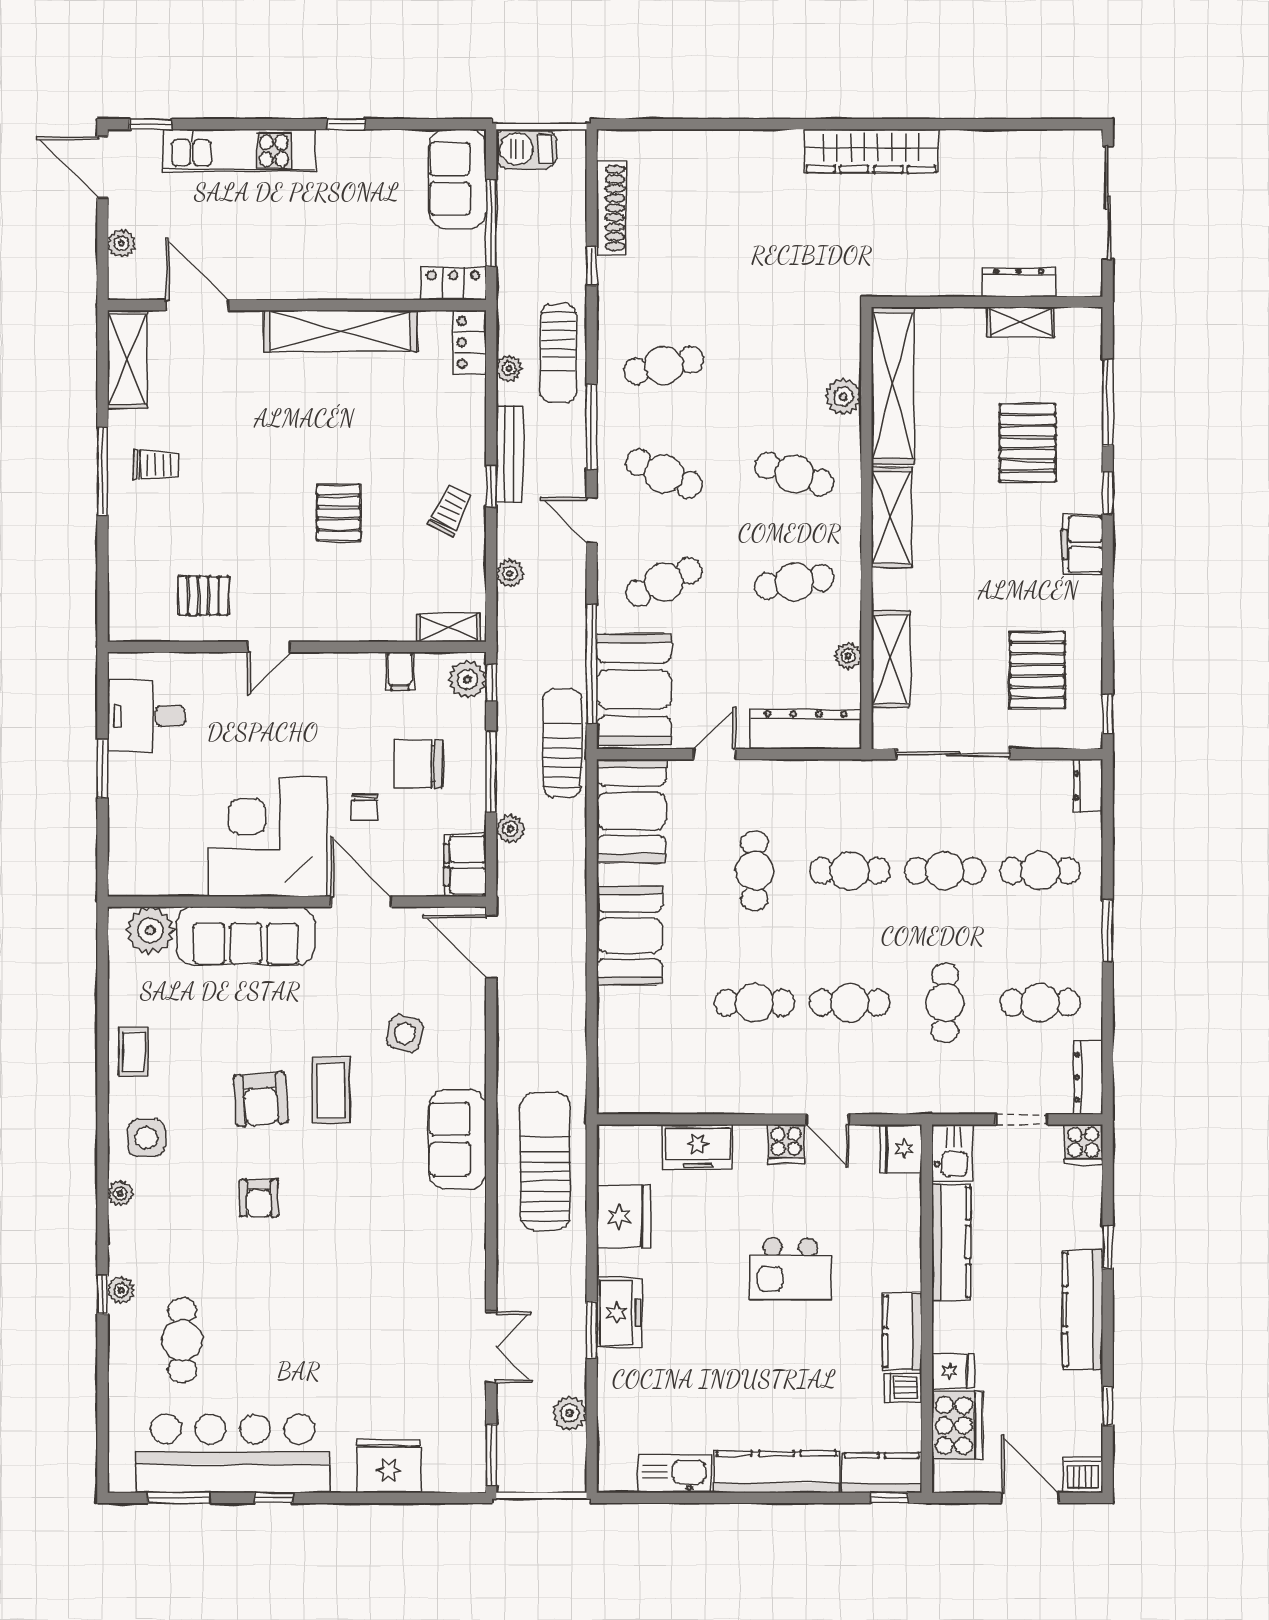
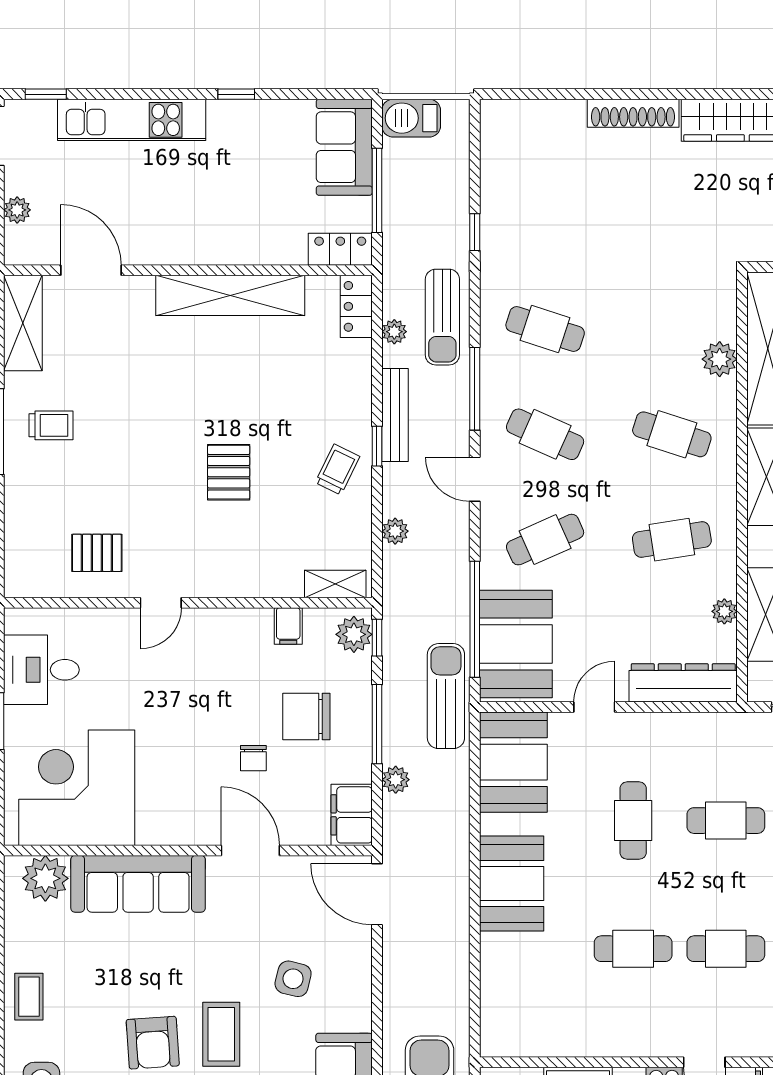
shoe rack: (611, 208) -> (633, 113), moved, turned 90
cafe table: (664, 366) -> (545, 329), turned 30
corner desk: (267, 837) -> (77, 788), moved

